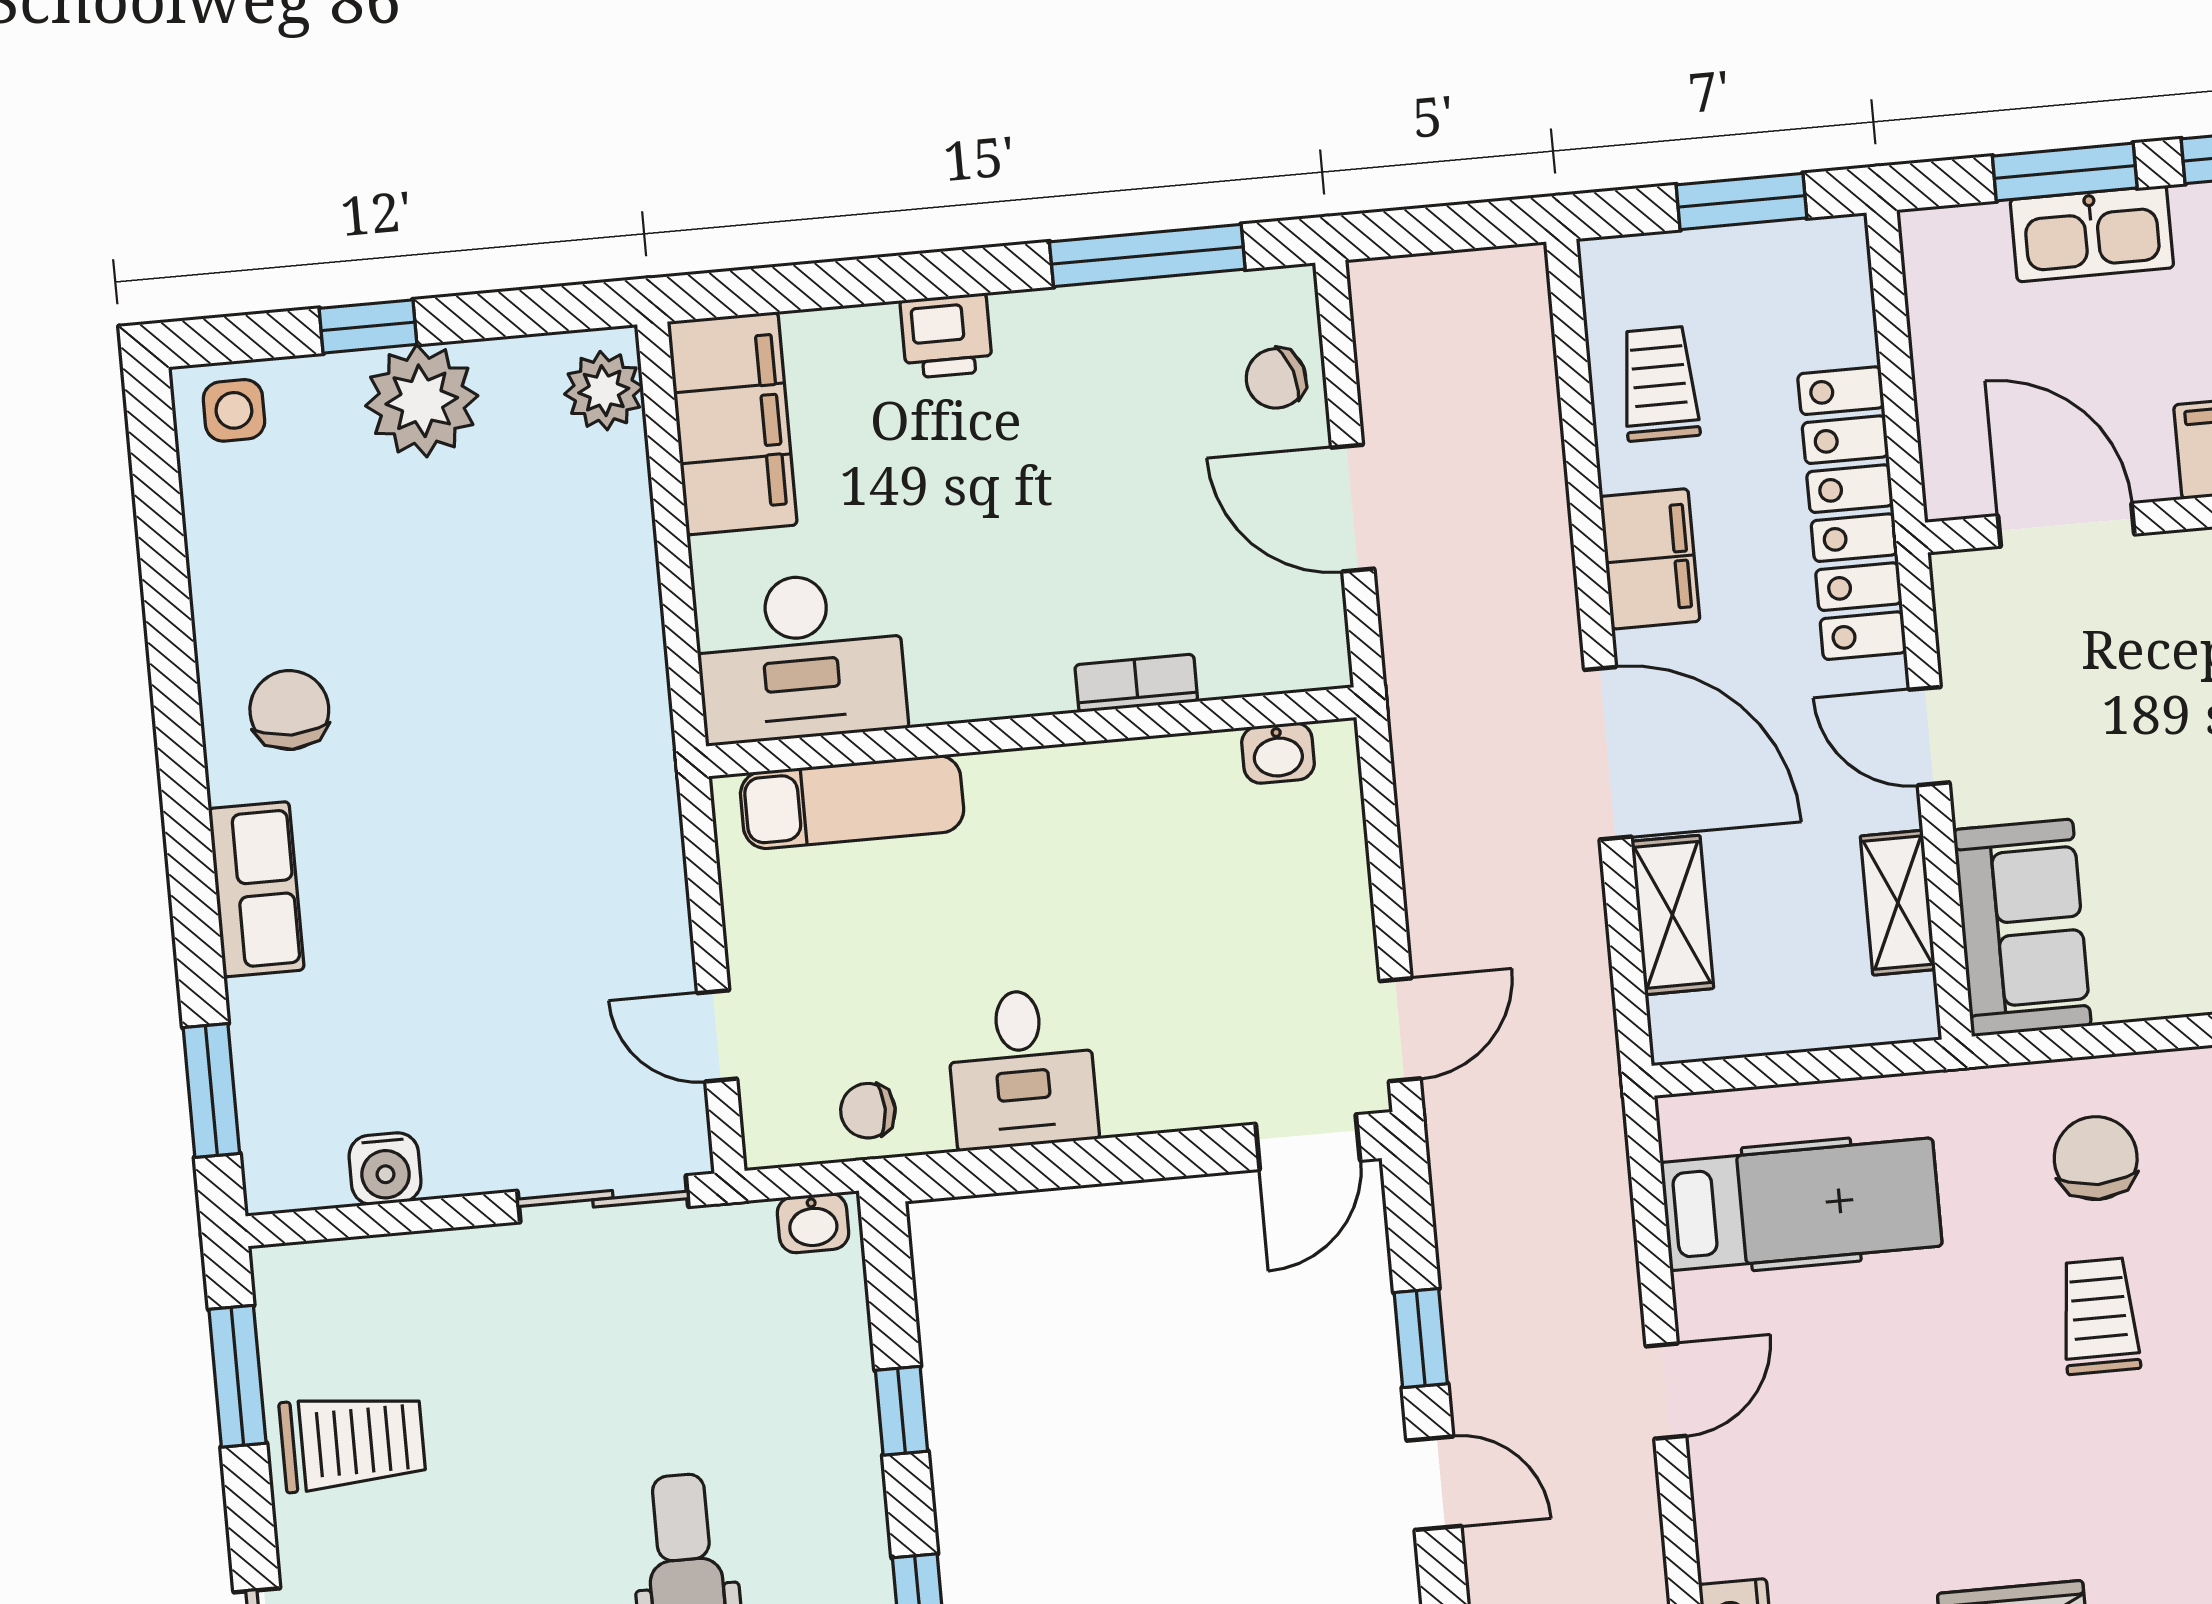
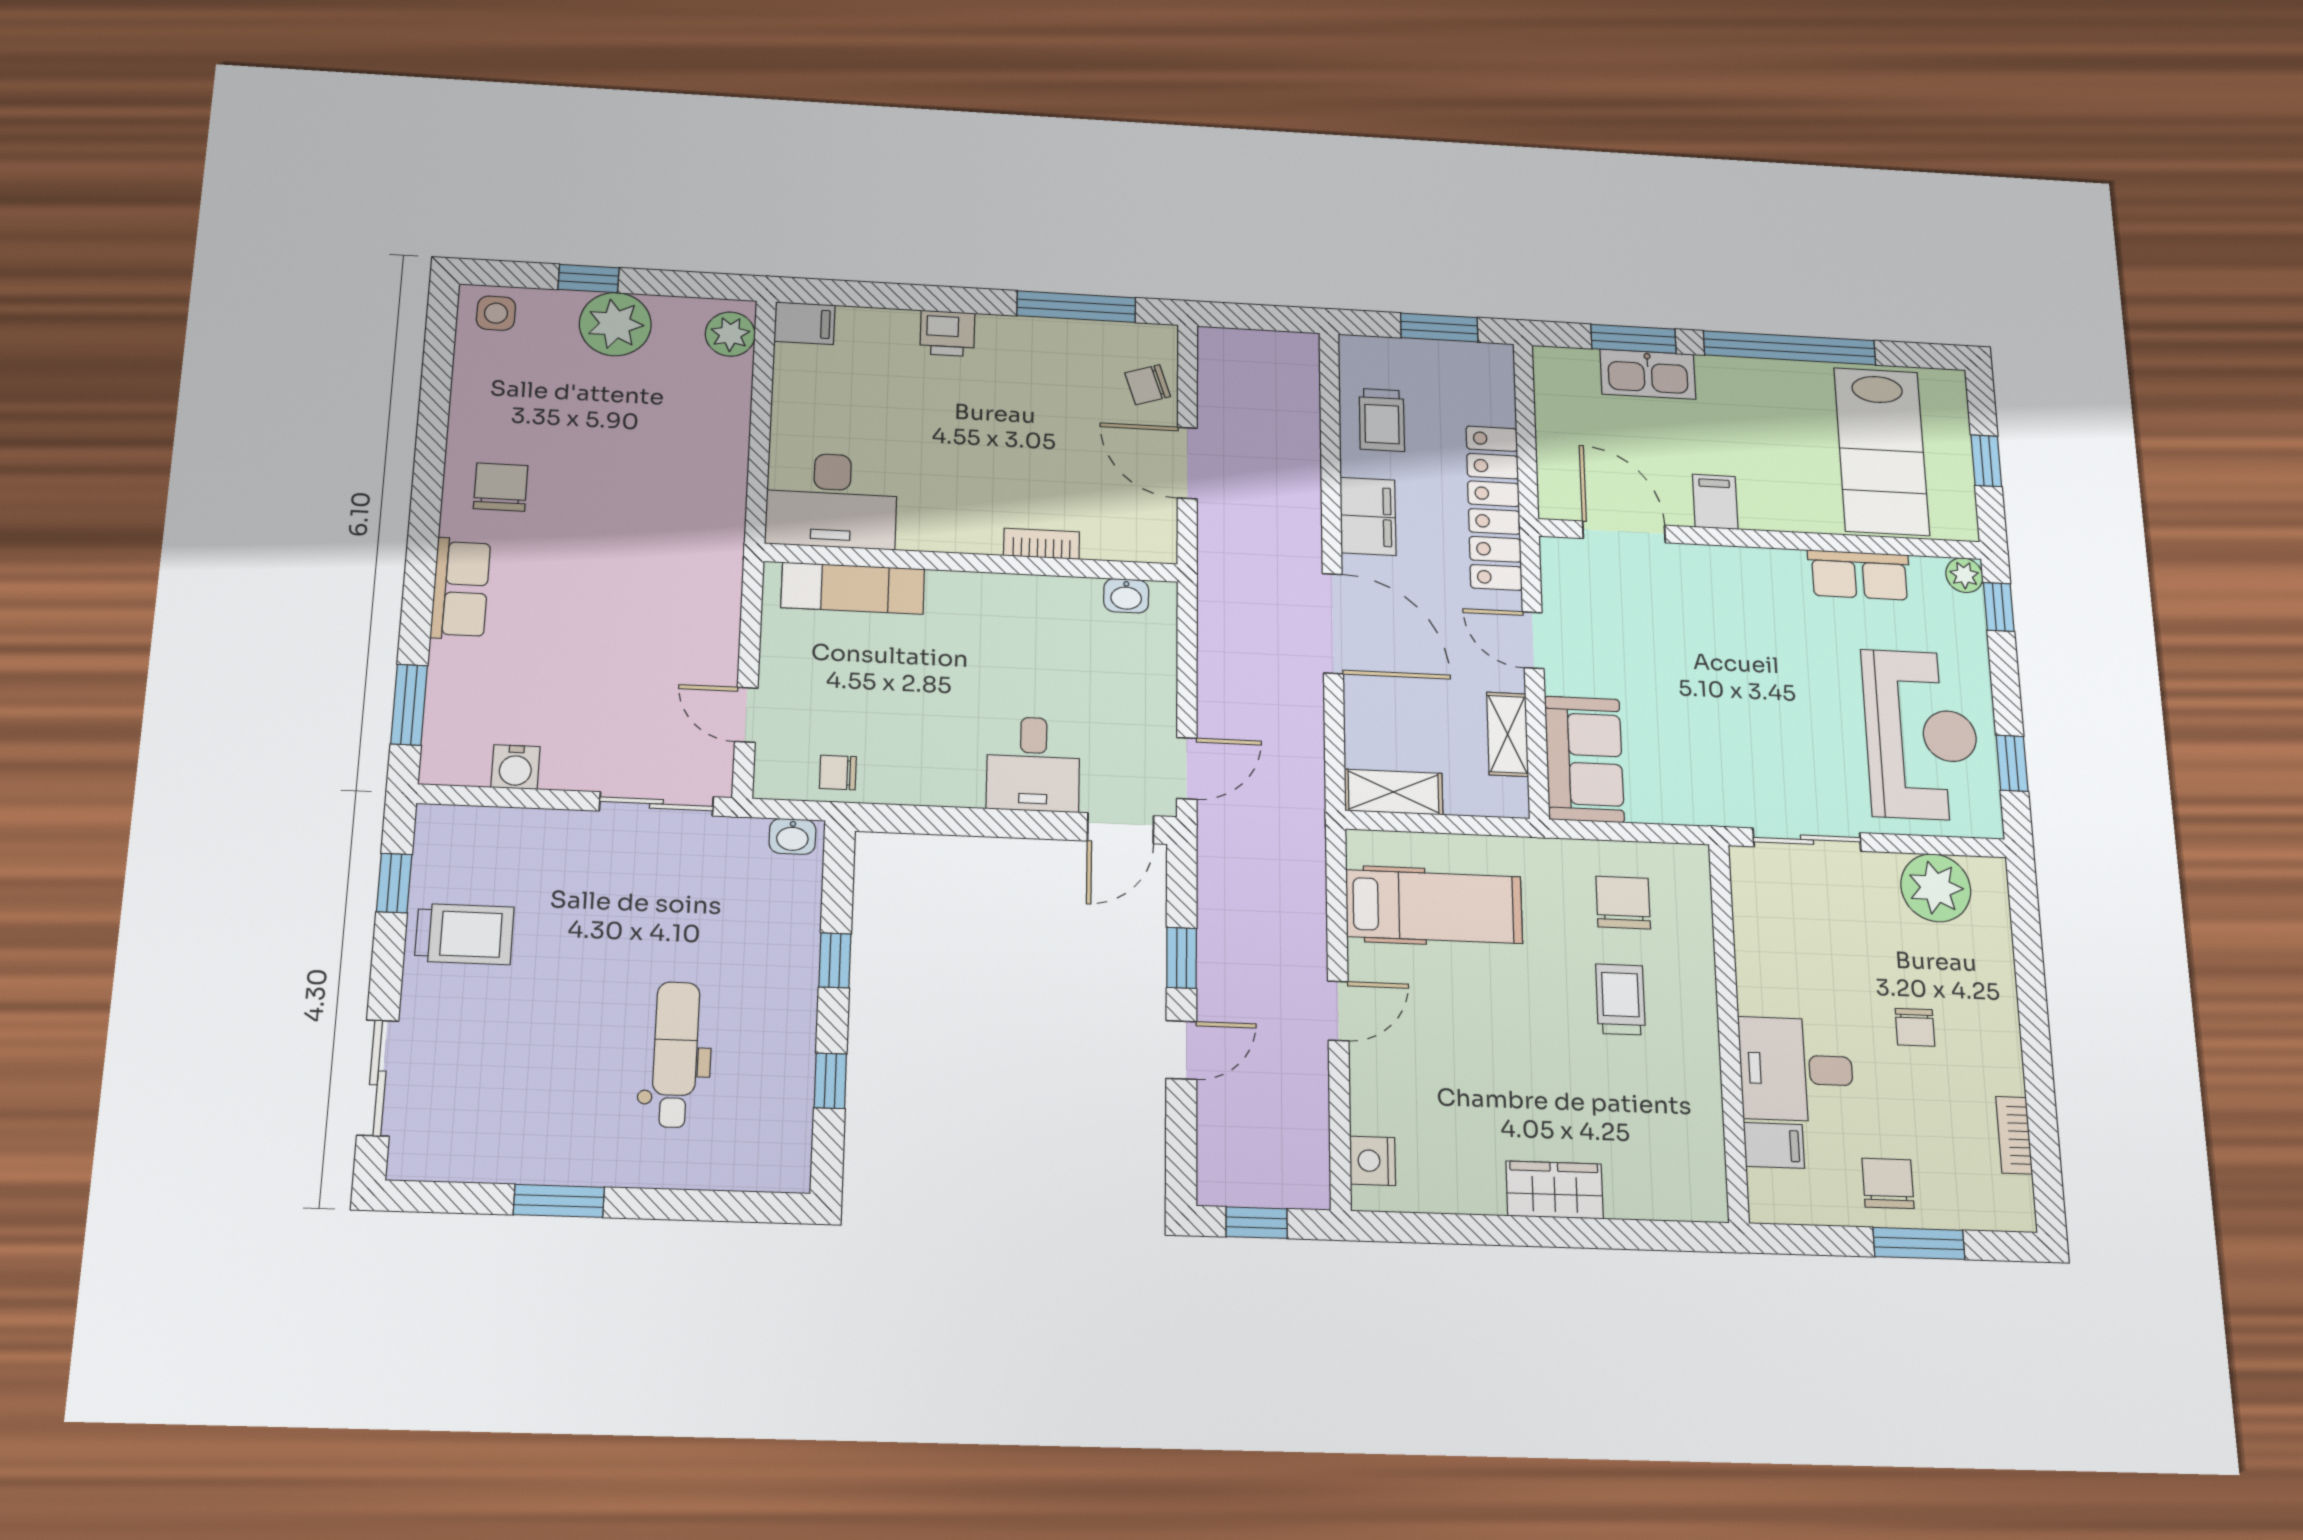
trolley: (1659, 384) -> (1382, 420), turned 180
filing cabinet: (732, 423) -> (804, 323), width x0.33, depth x0.86
shelving: (1672, 915) -> (1394, 792), moved, turned 90
desk: (1022, 1069) -> (1033, 764), moved
window: (237, 1376) -> (394, 883), width x0.67
door: (1434, 1483) -> (1181, 1050), hinge flipped

